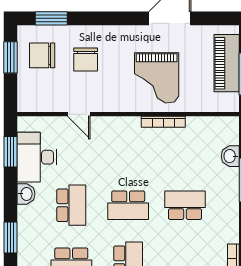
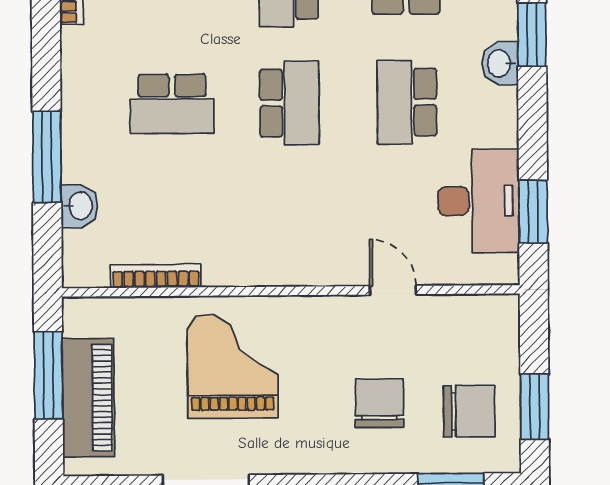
bookcase: (163, 122) -> (156, 276), moved
washbasin: (26, 194) -> (500, 63), moved
school desk: (128, 205) -> (289, 103), turned 90

